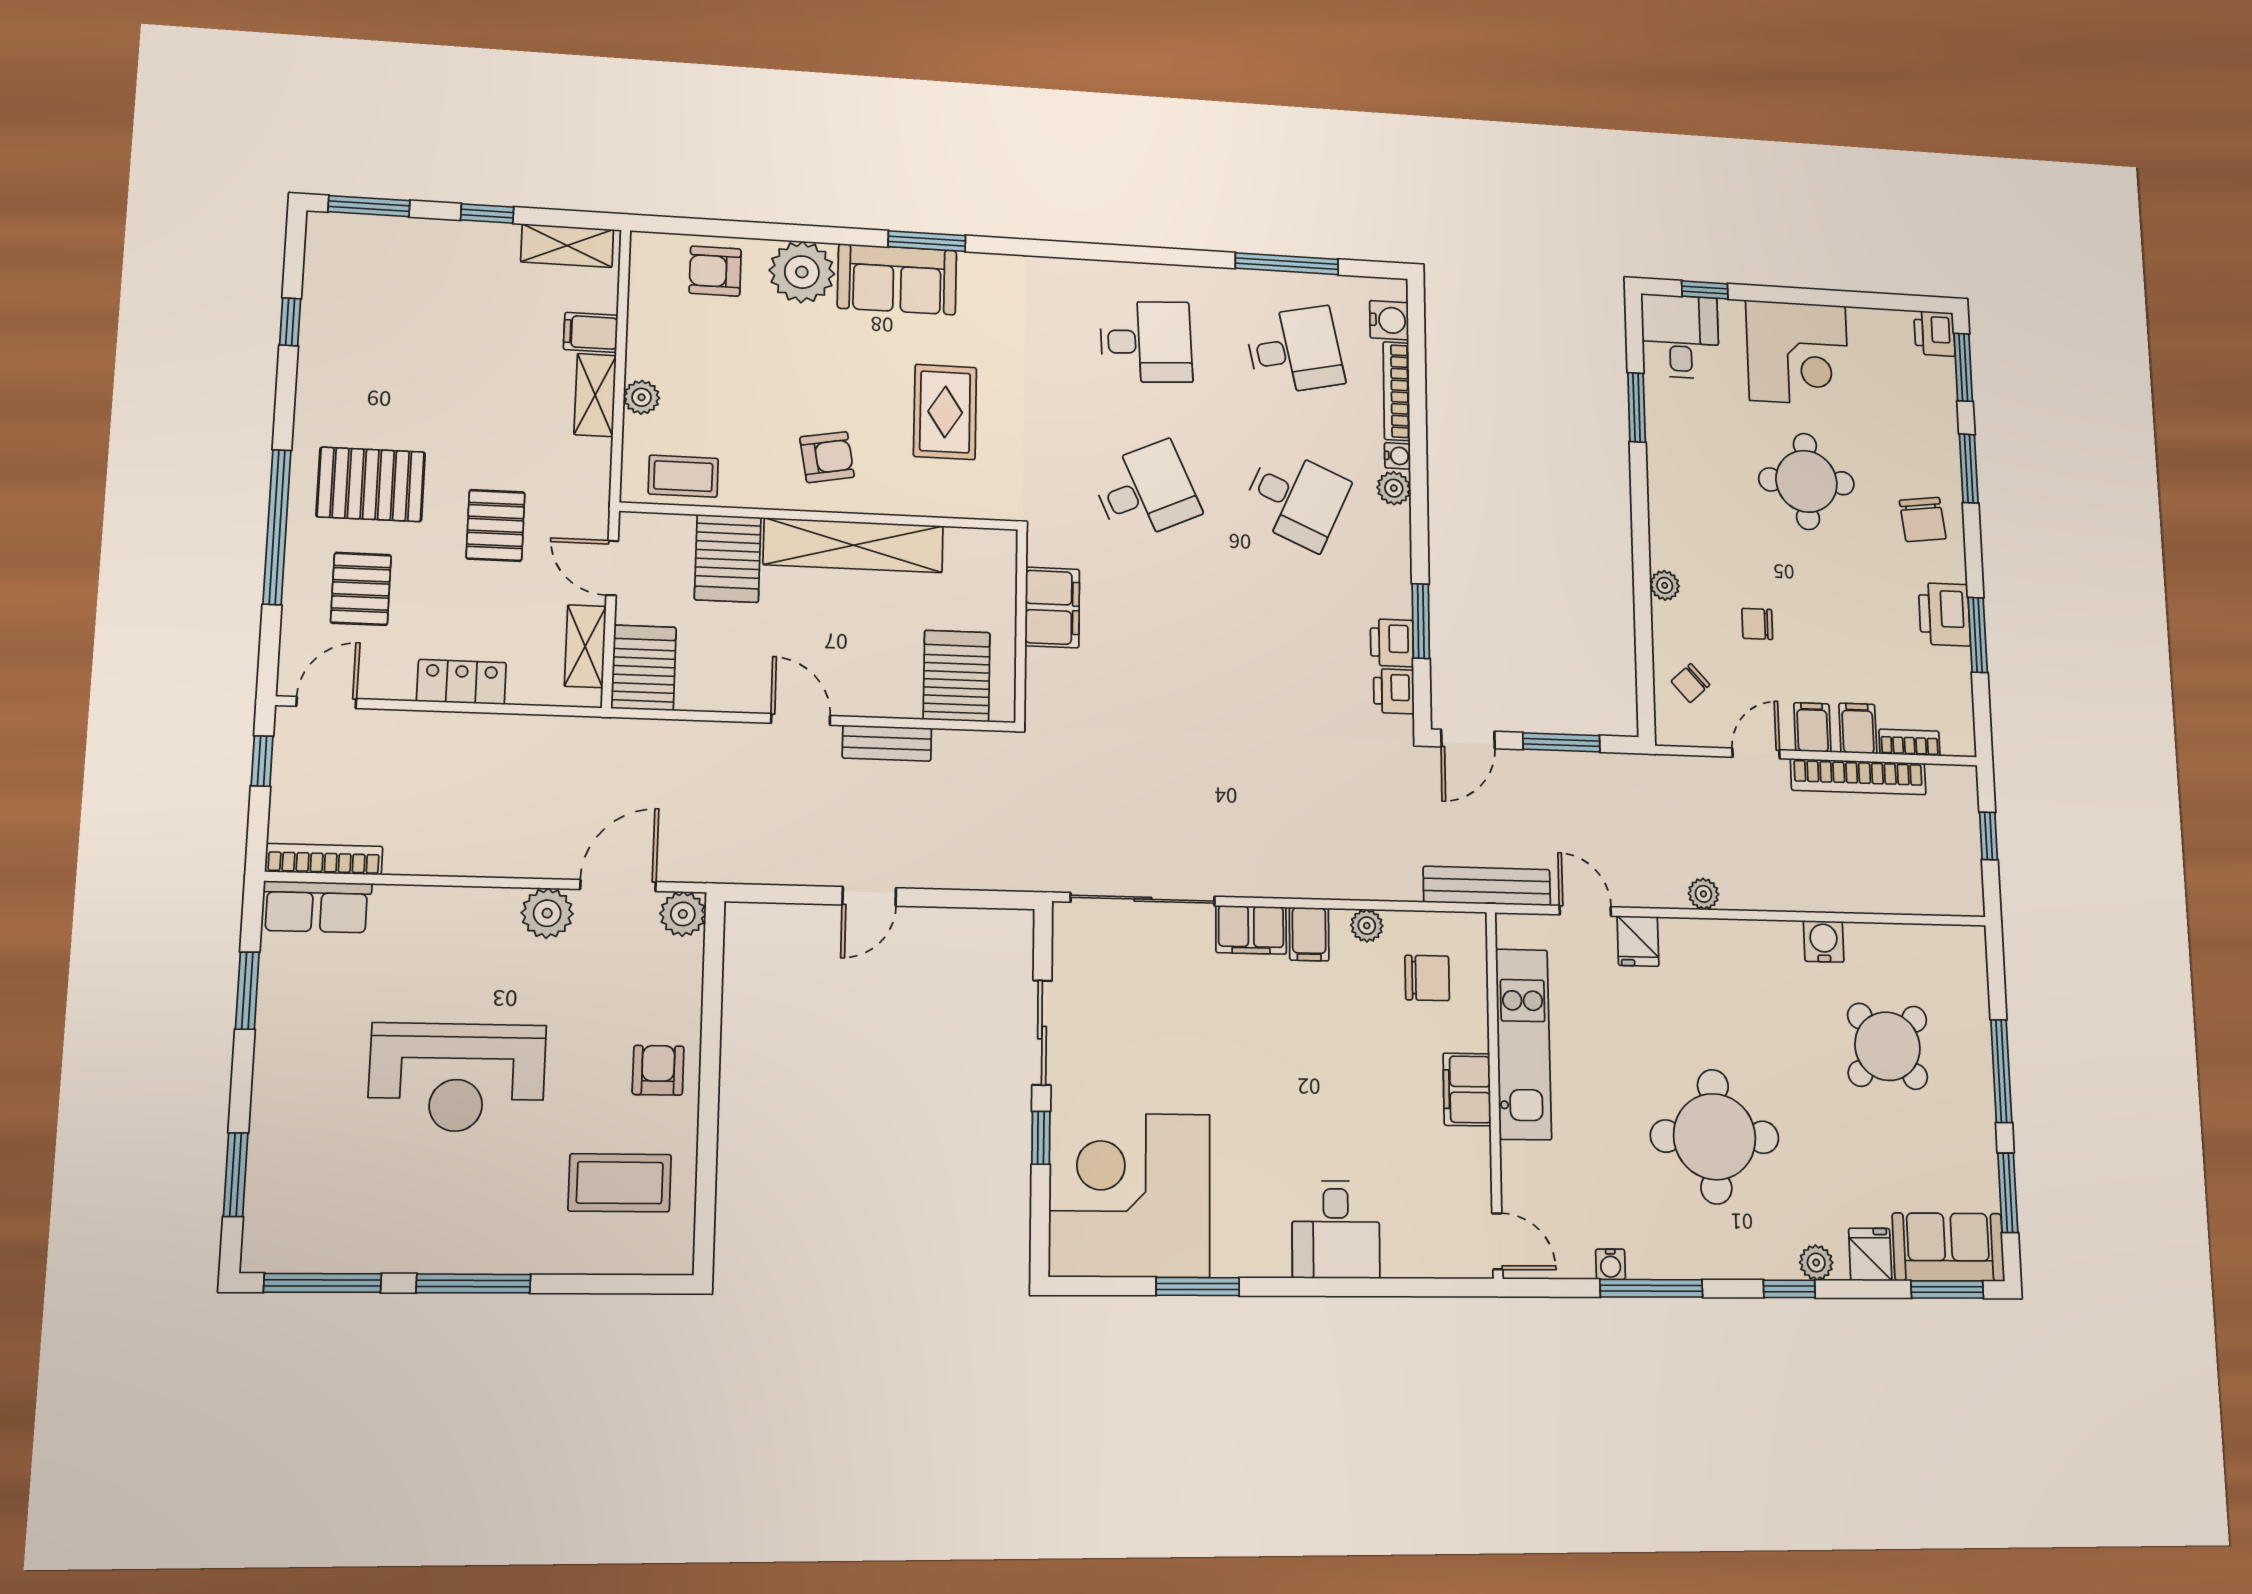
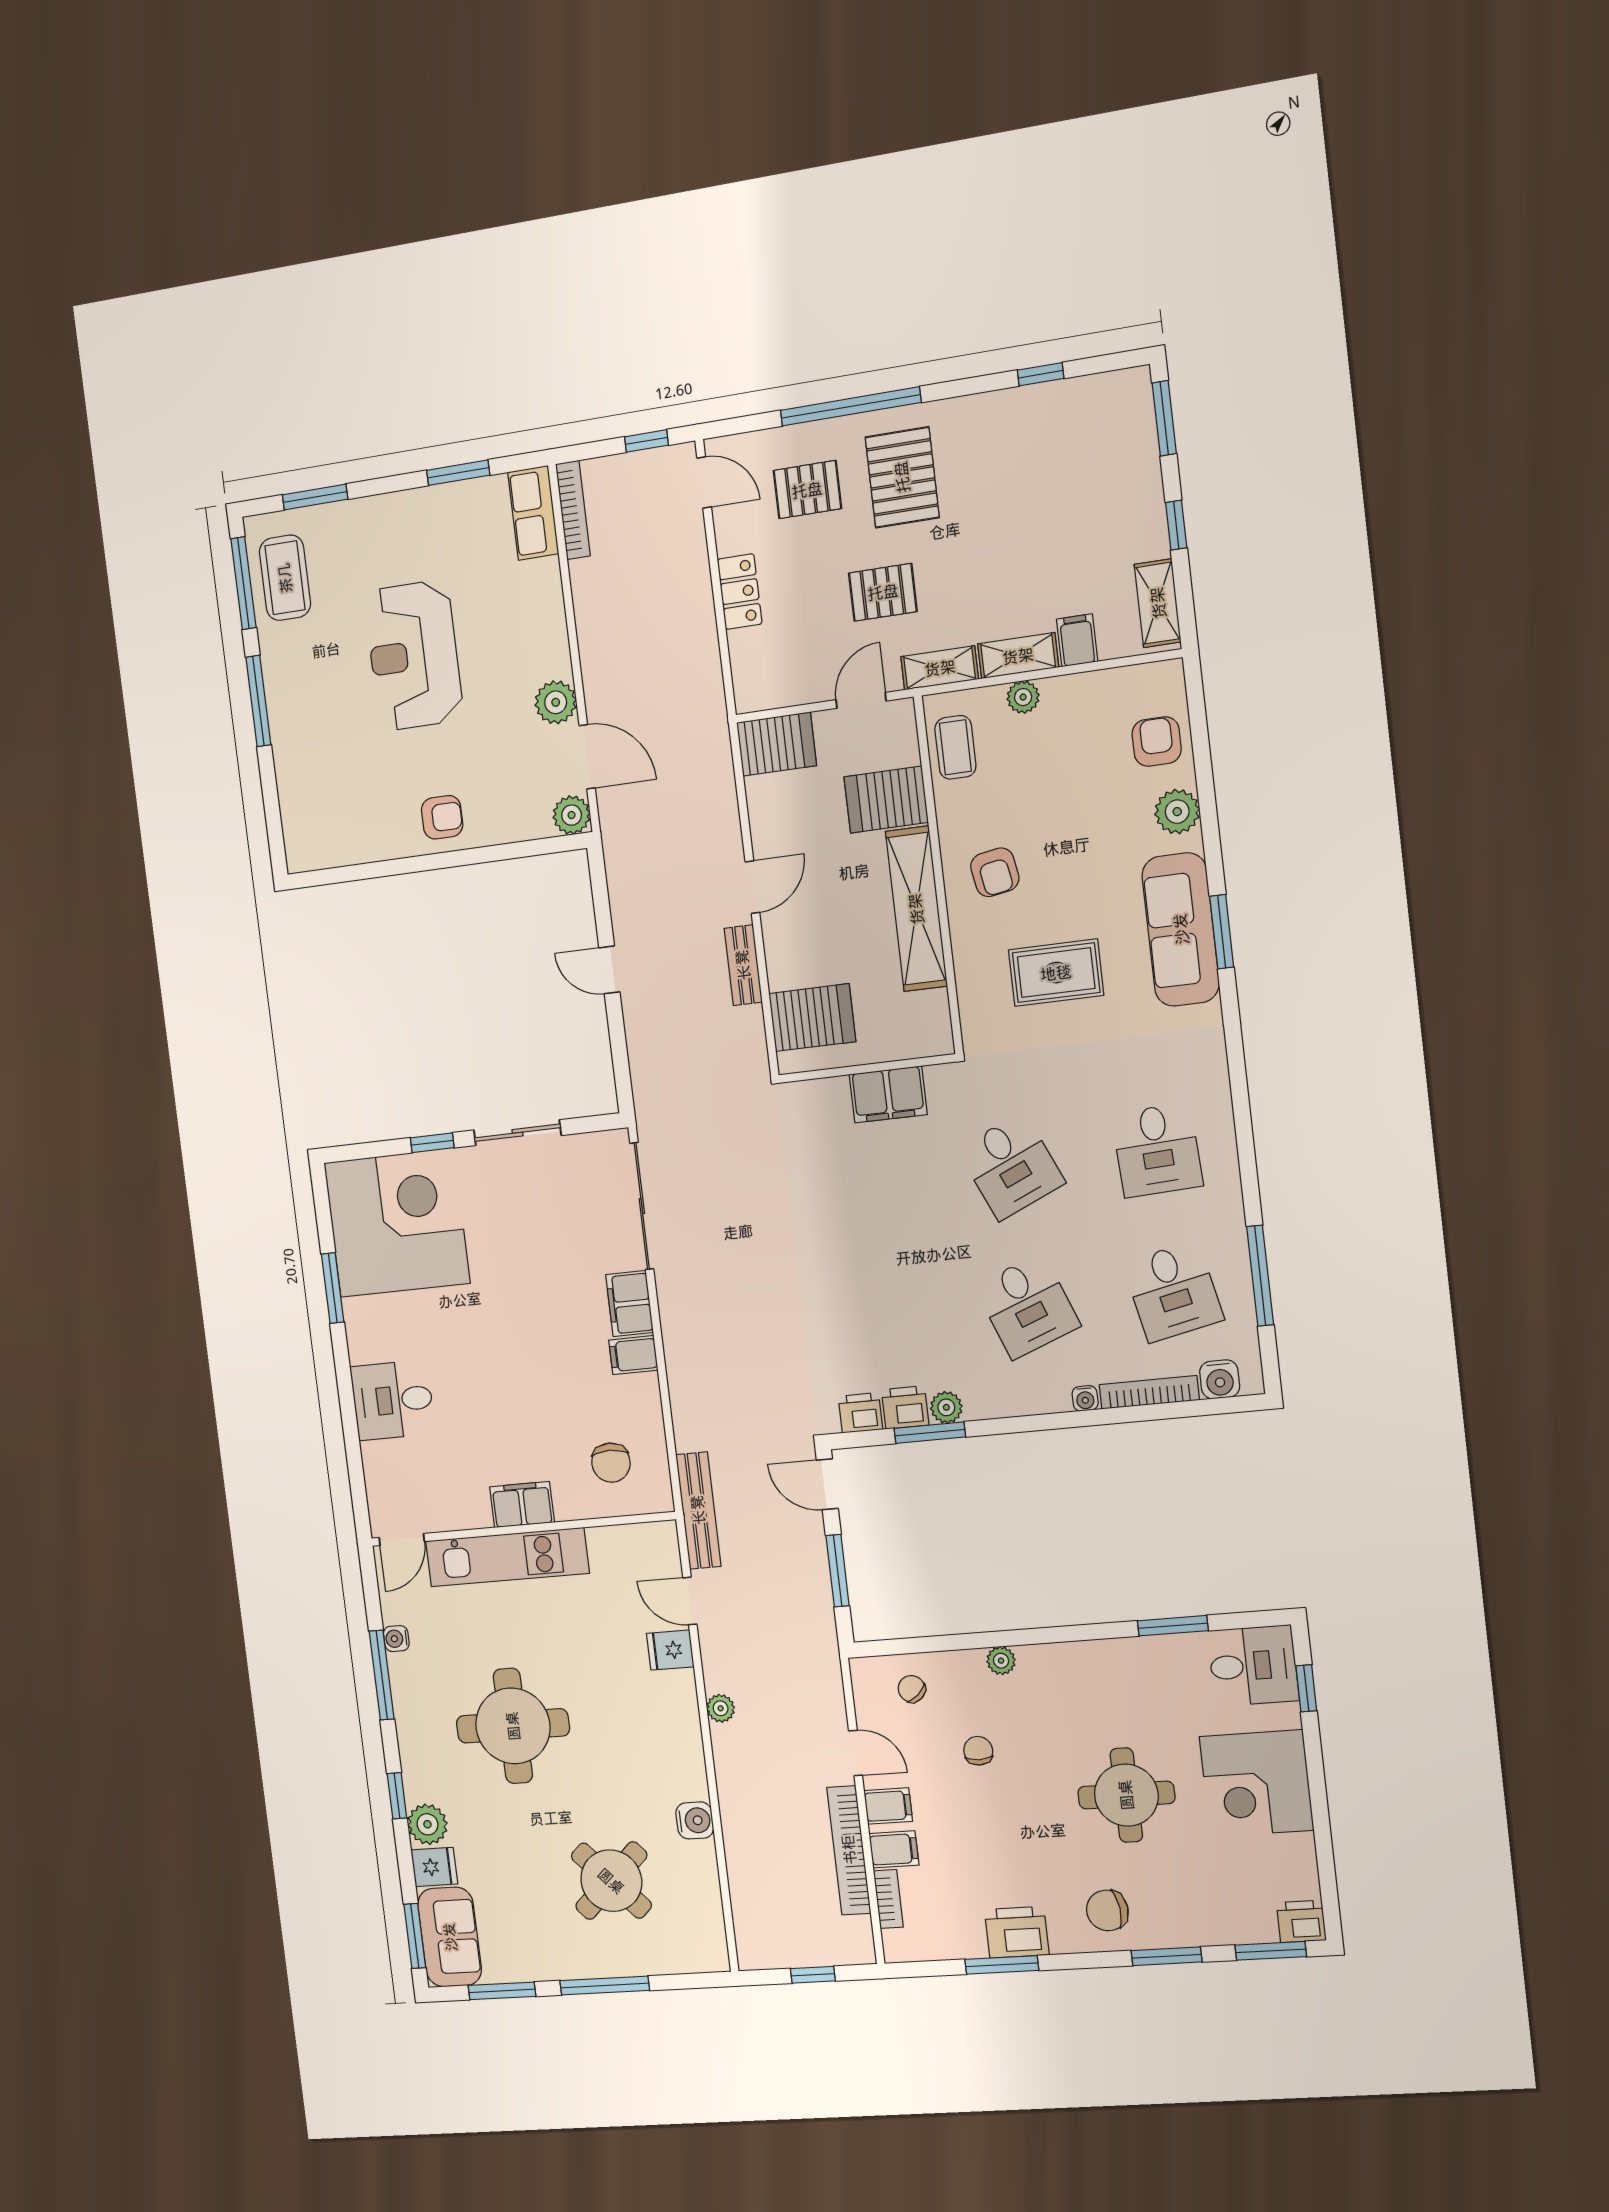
plant: (802, 272) -> (1177, 812), width x0.73, depth x0.73
sofa: (897, 279) -> (1181, 929), width x1.36
plant: (1394, 488) -> (946, 1407), moved
desk: (1296, 499) -> (1027, 1306), turned -45
shelving: (585, 646) -> (940, 668), moved
door: (1585, 911) -> (690, 1601), swing flipped
plant: (1367, 926) -> (648, 1405), removed
kitchen unit: (1524, 1044) -> (507, 1557), moved
coffee table: (620, 1183) -> (285, 578), moved
plant: (1816, 1263) -> (427, 1824), width x1.38, depth x1.38

